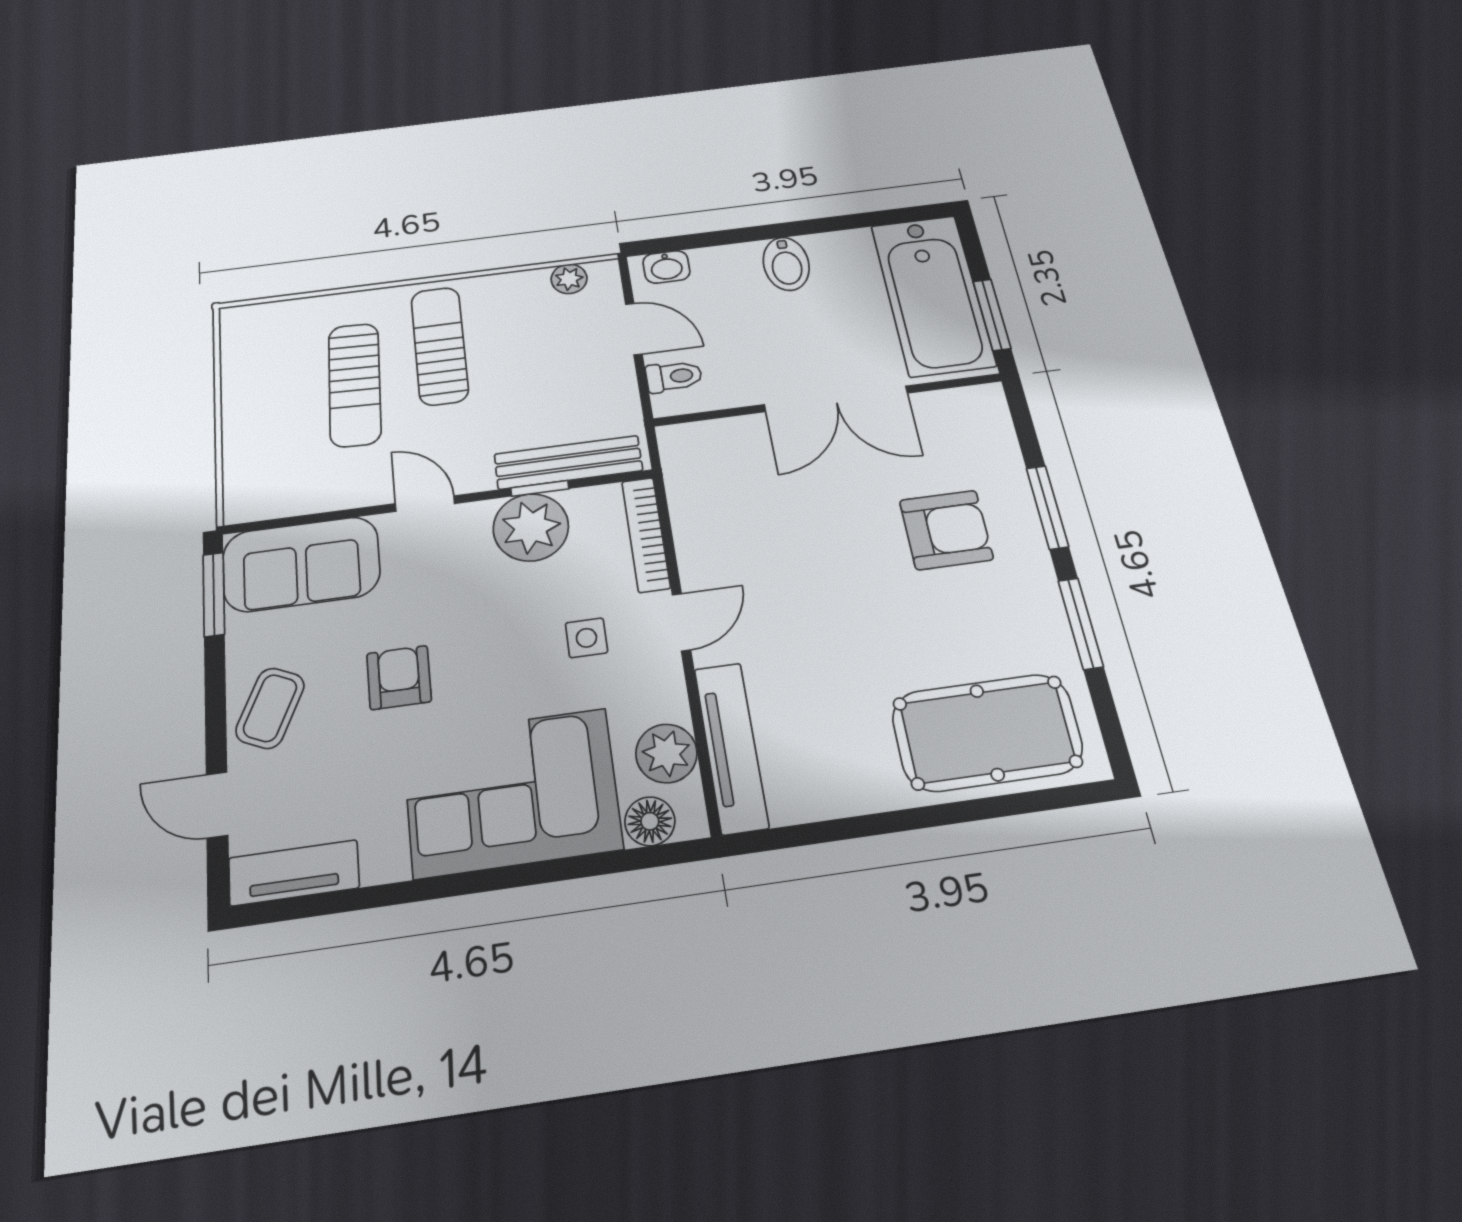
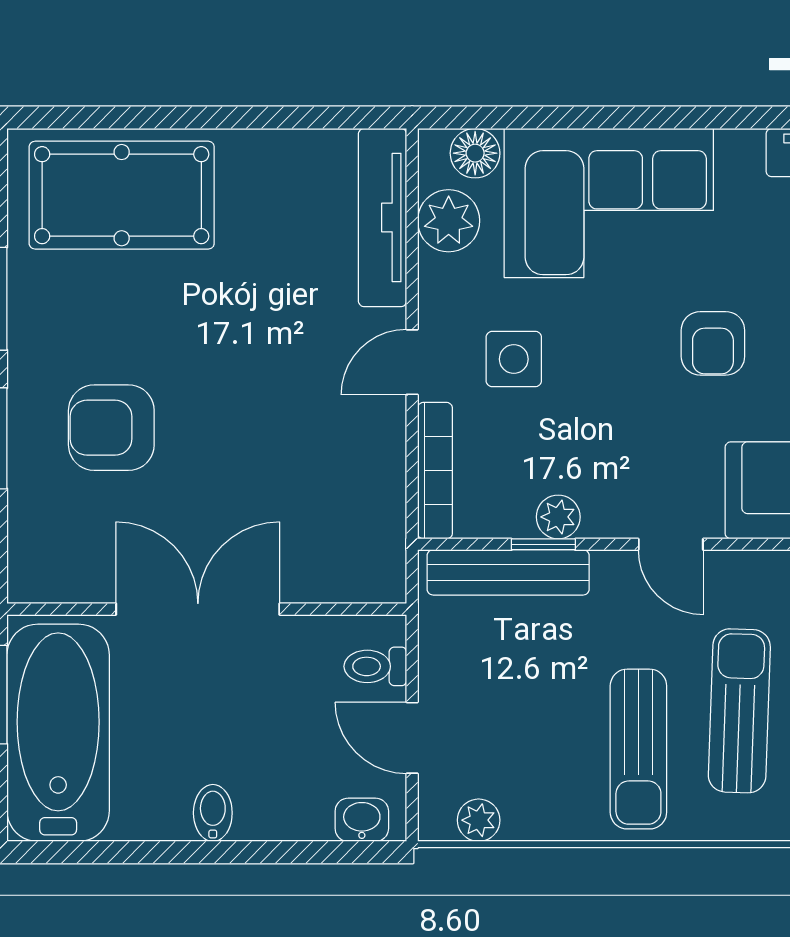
bidet: (786, 264) -> (213, 813), width x0.72, depth x0.74
plant: (531, 527) -> (558, 517), width x0.53, depth x0.53
side table: (586, 638) -> (514, 359), width x1.37, depth x1.37

